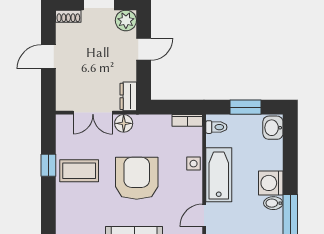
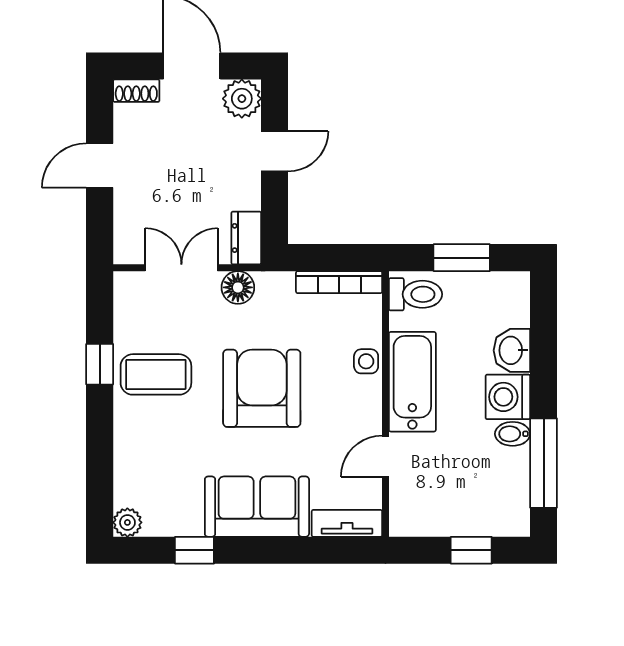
double door: (93, 113) -> (181, 268), swing flipped
bookcase: (187, 120) -> (339, 282), width x1.56
toilet: (216, 127) -> (415, 294), width x1.37, depth x1.39
washbasin: (273, 128) -> (512, 350), moved

